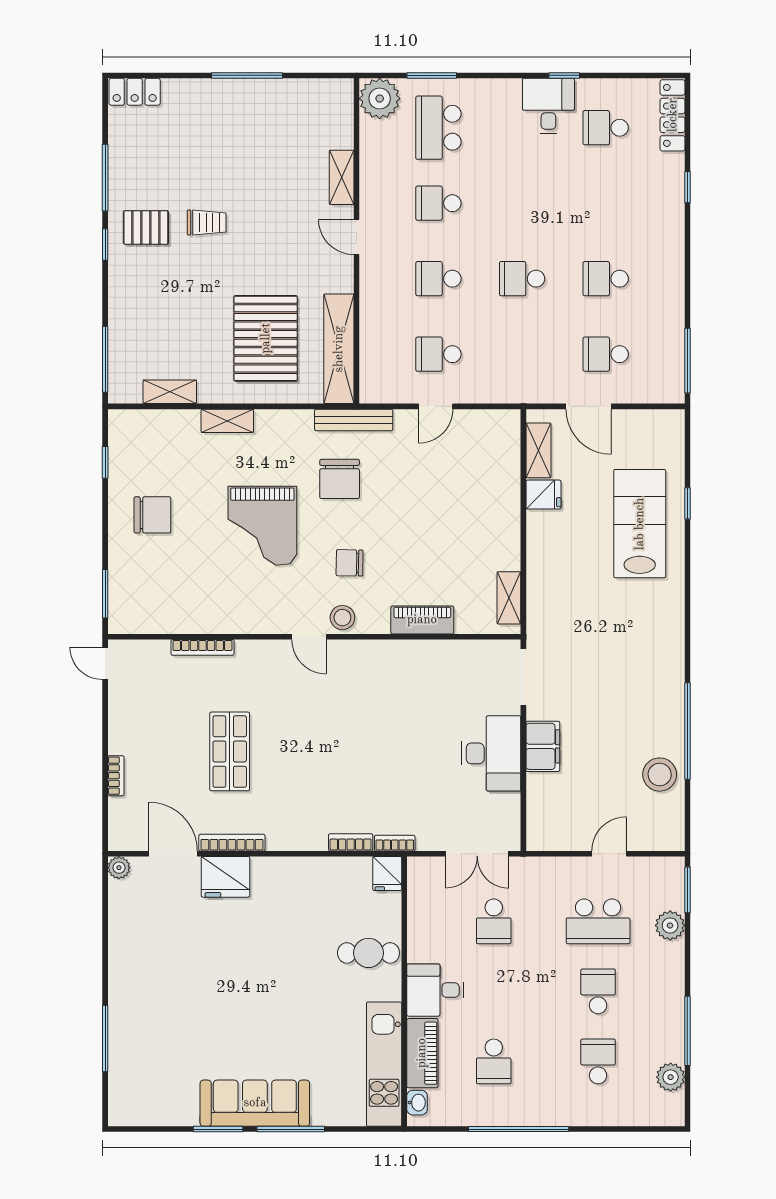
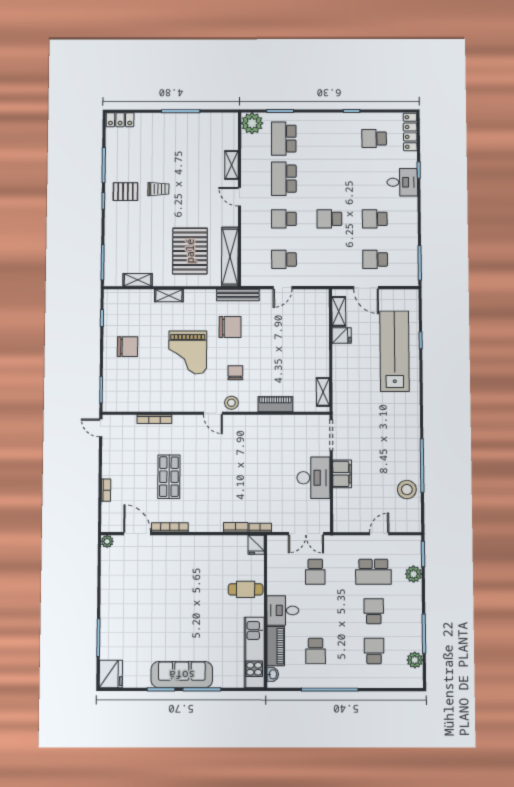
desk: (548, 106) -> (402, 182), moved, turned 90
school desk: (438, 203) -> (284, 179), width x1.85
chair: (340, 479) -> (230, 327), turned -90
lab bench: (640, 524) -> (395, 351), width x1.36
chair: (350, 563) -> (235, 373), turned 89
fridge: (225, 877) -> (111, 674), moved, turned -90

